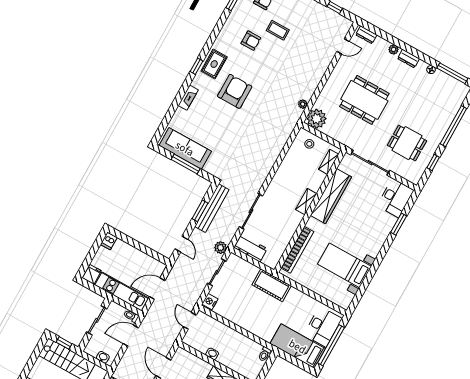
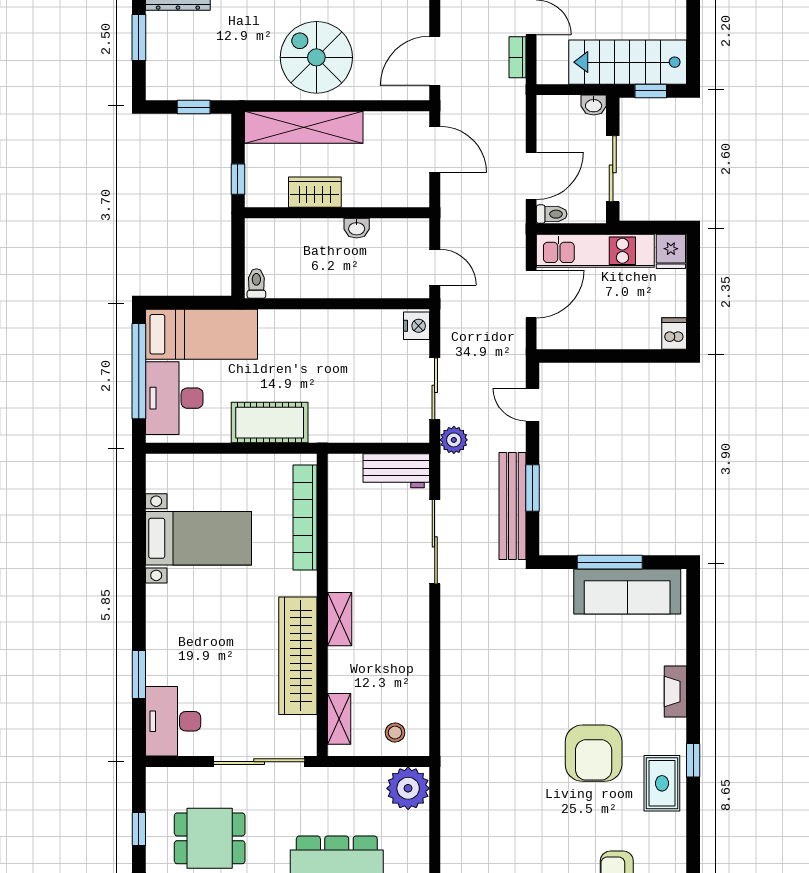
plant: (303, 104) -> (450, 801), removed
cot: (272, 285) -> (270, 423), moved
washbasin: (103, 357) -> (594, 105), moved

